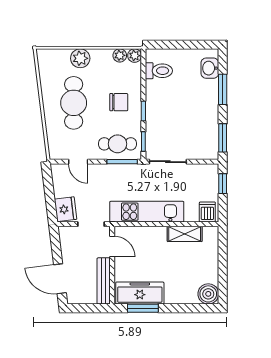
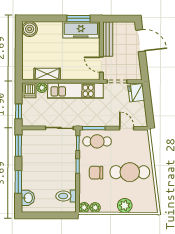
cafe table: (74, 103) -> (130, 172), turned 90
plant: (192, 216) -> (42, 88), added

